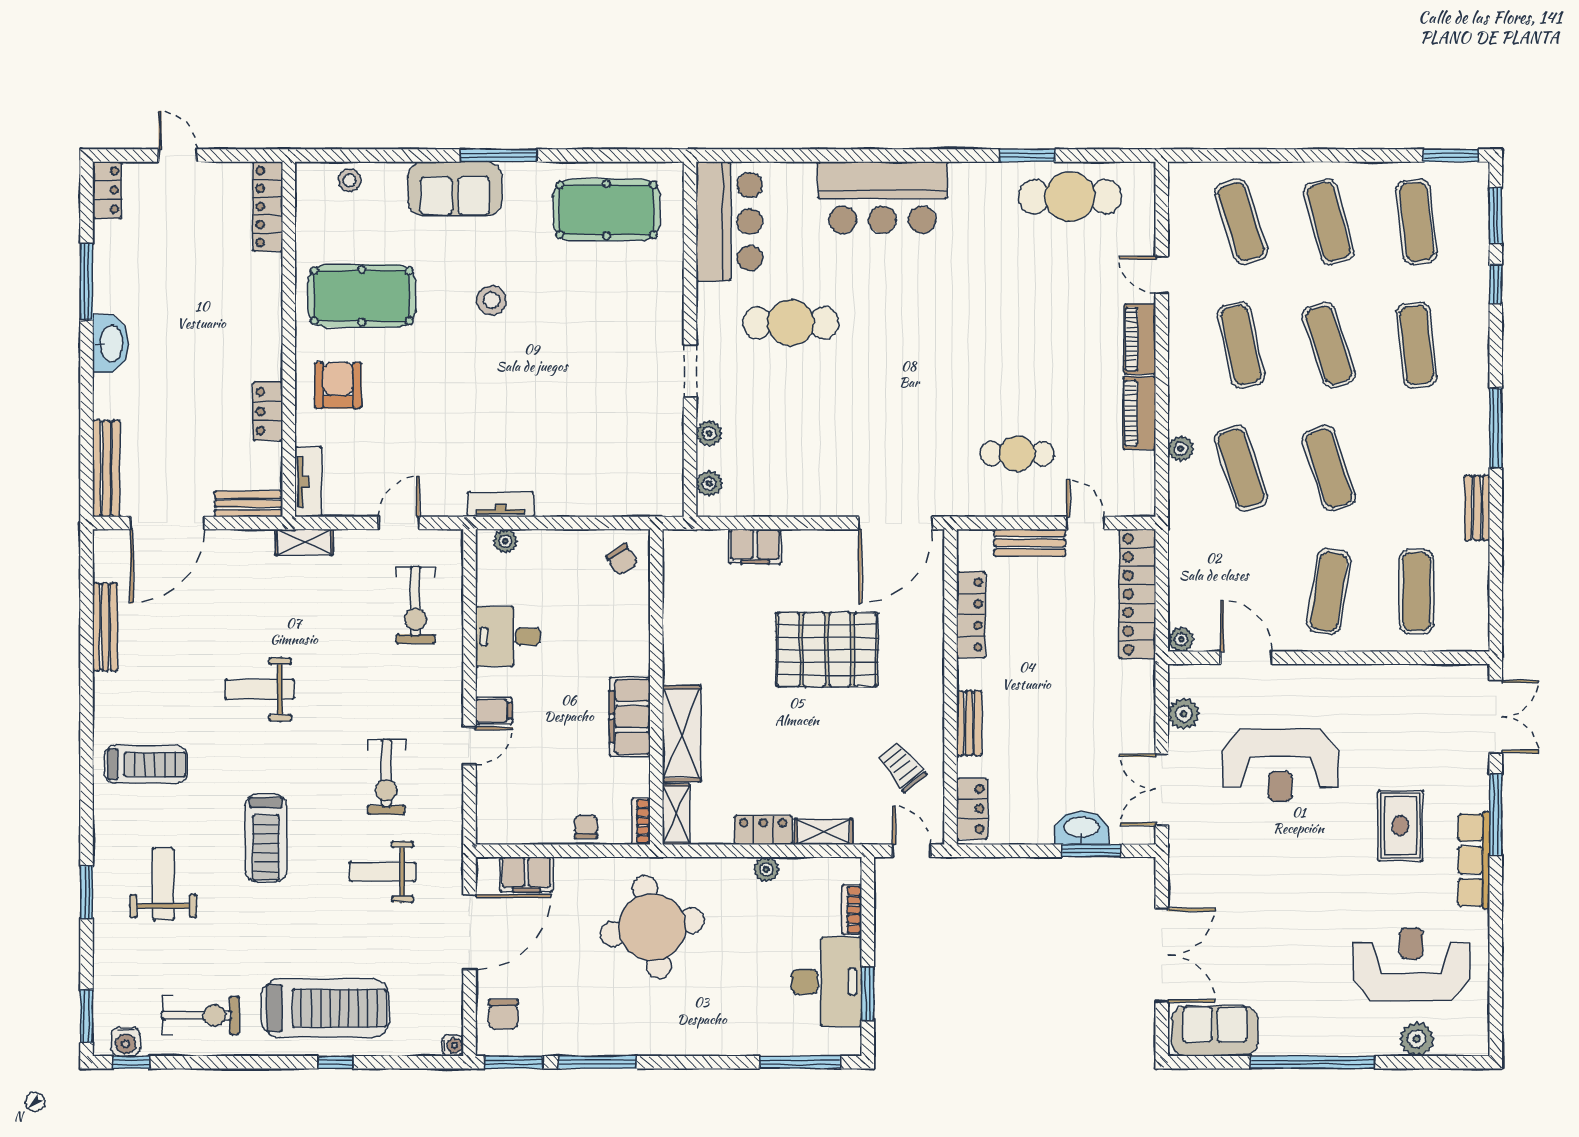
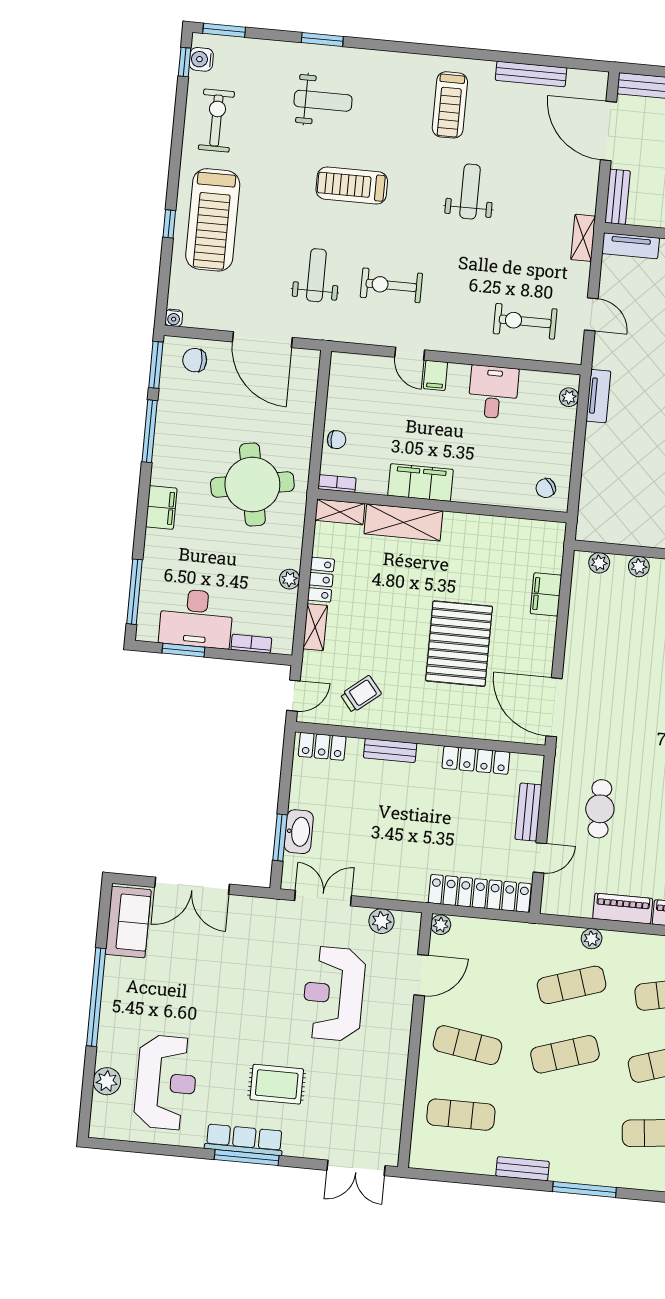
treadmill: (146, 764) -> (450, 105), moved
window: (1496, 815) -> (247, 1158), moved
filing cabinet: (526, 874) -> (161, 507), moved, turned 180
exercise bike: (201, 1015) -> (216, 120), turned 180

